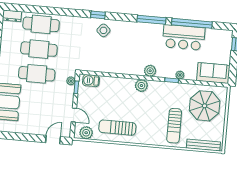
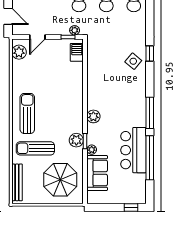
sofa: (213, 73) -> (97, 173), moved
plant: (141, 86) -> (76, 140), moved
sun lounger: (117, 128) -> (27, 113), moved

